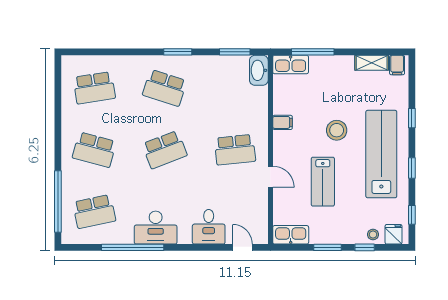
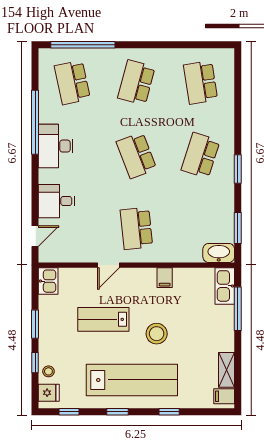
kitchen sink: (291, 235) -> (48, 281), width x0.73

